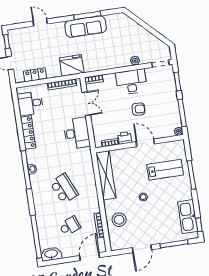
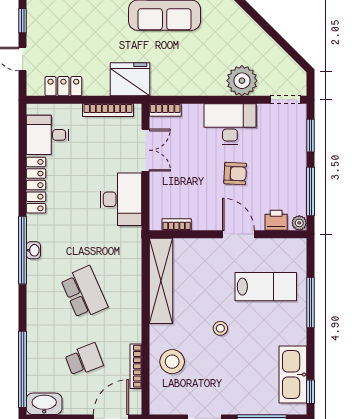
plant: (135, 61) -> (242, 81), width x1.88, depth x1.88
printer: (125, 138) -> (276, 220), moved

